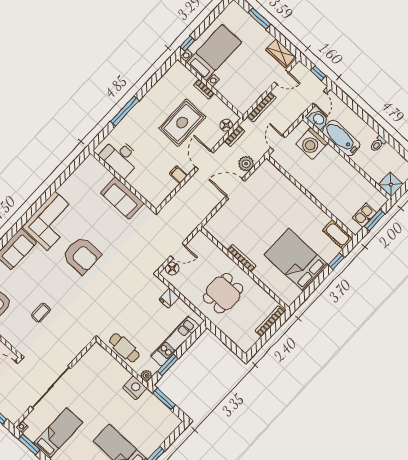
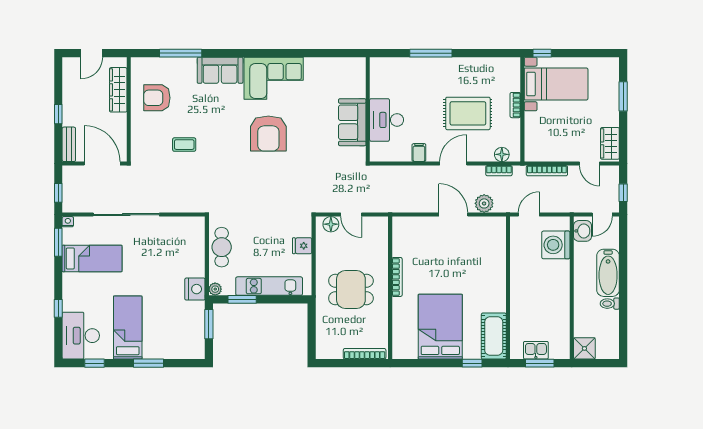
bathtub: (341, 138) -> (608, 273), moved, turned 180
desk: (120, 157) -> (387, 120), moved
cot: (338, 234) -> (494, 336), width x1.37, depth x1.34

